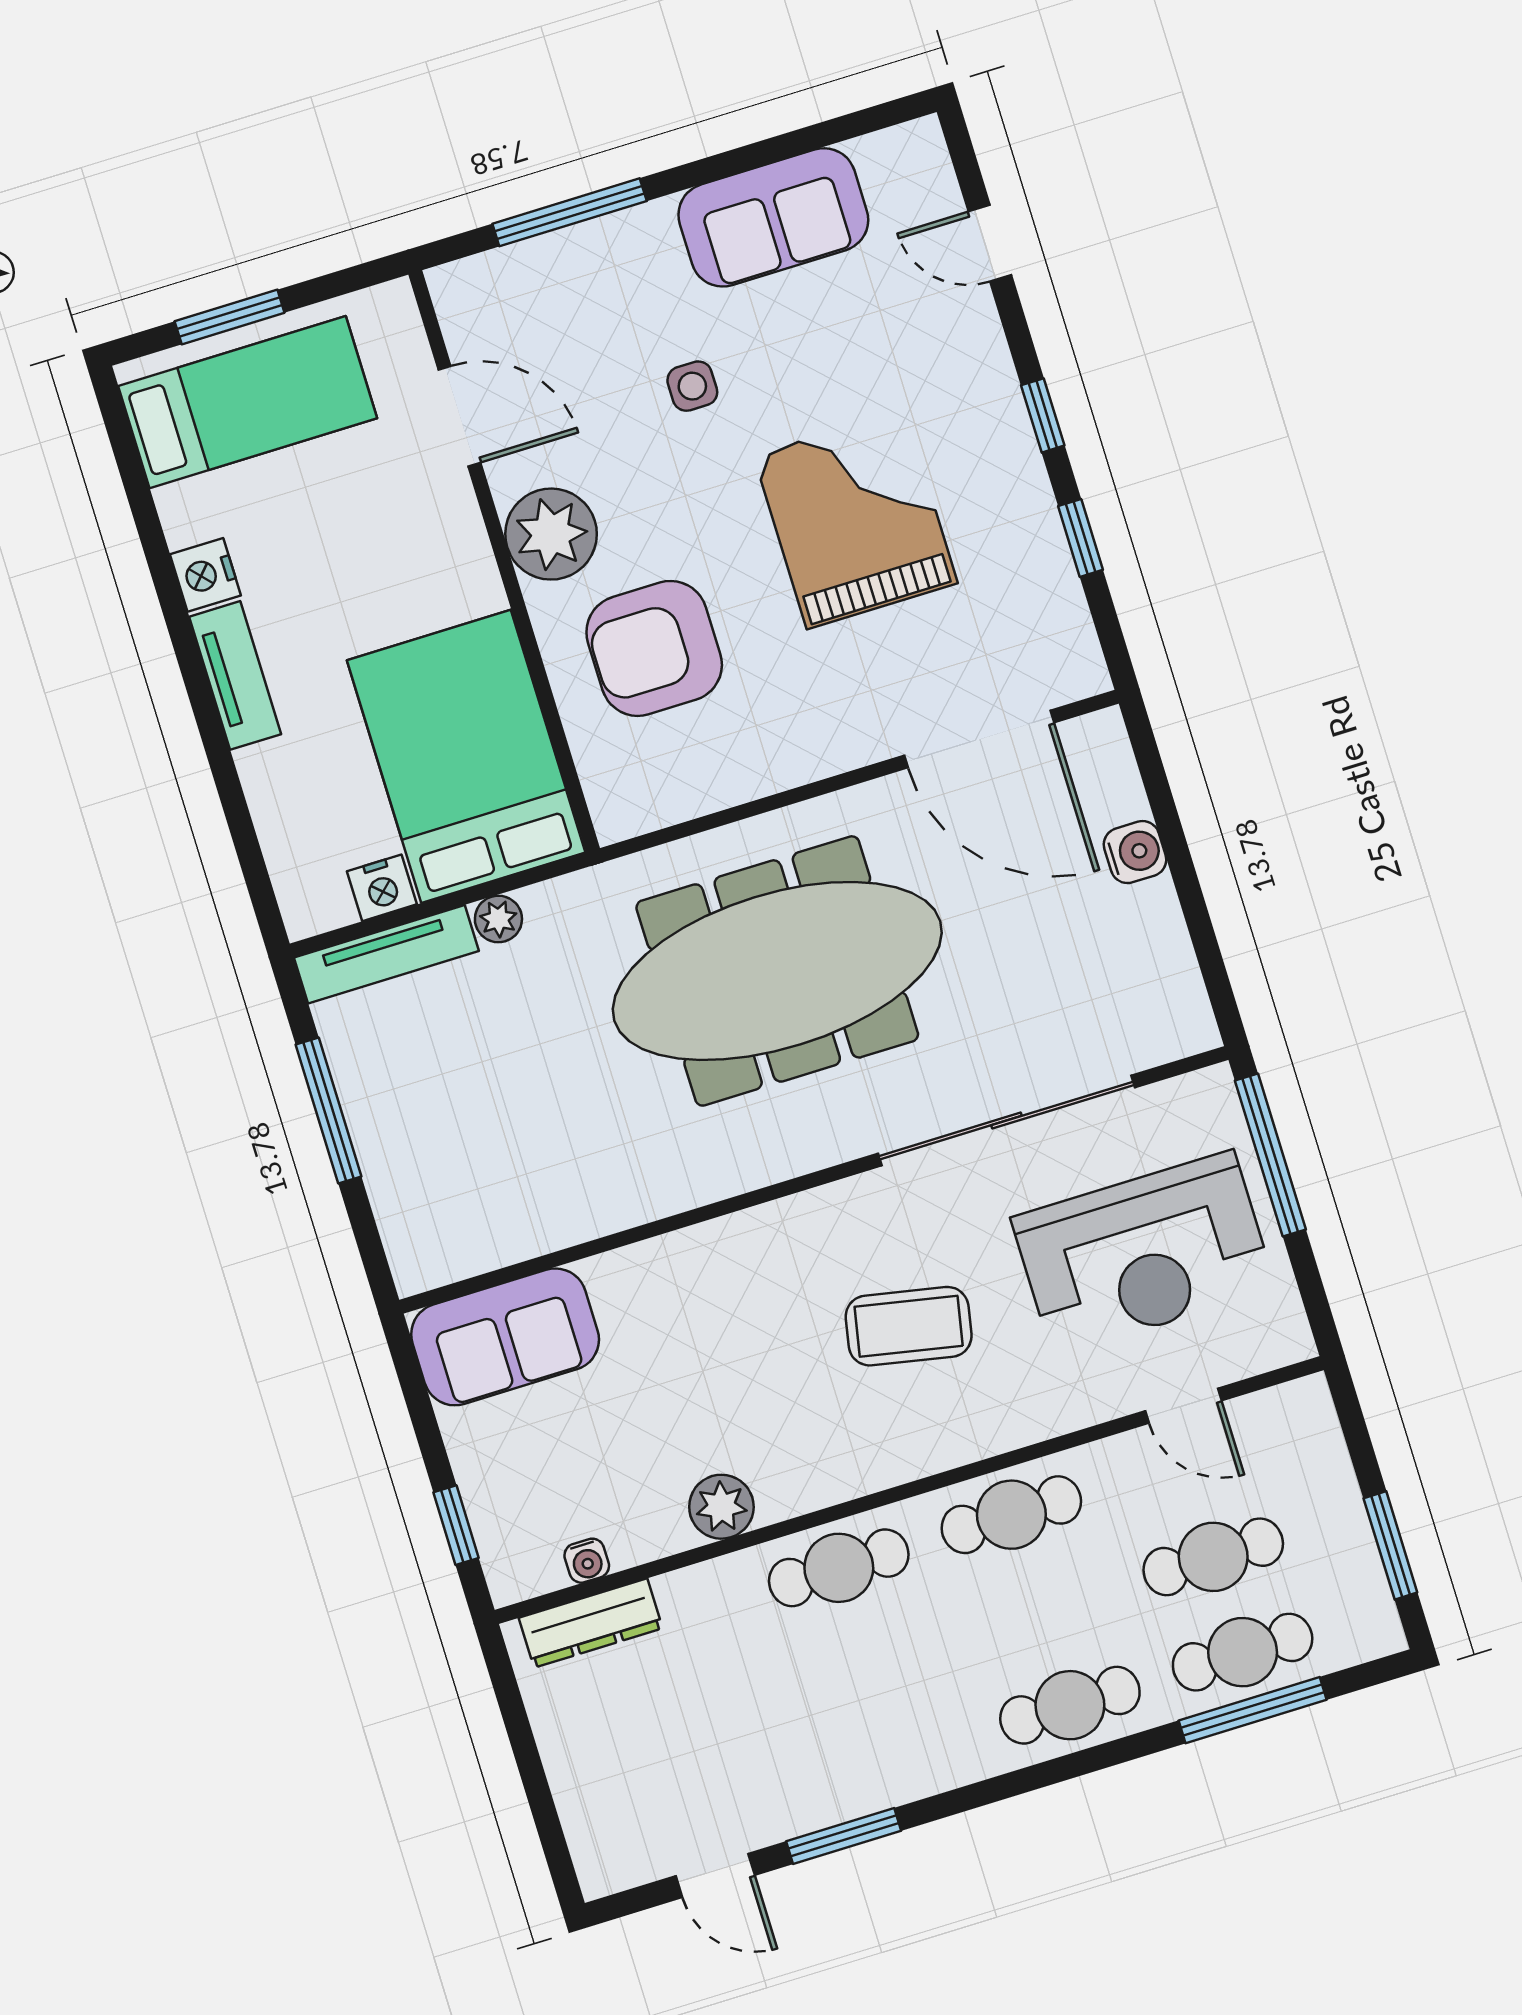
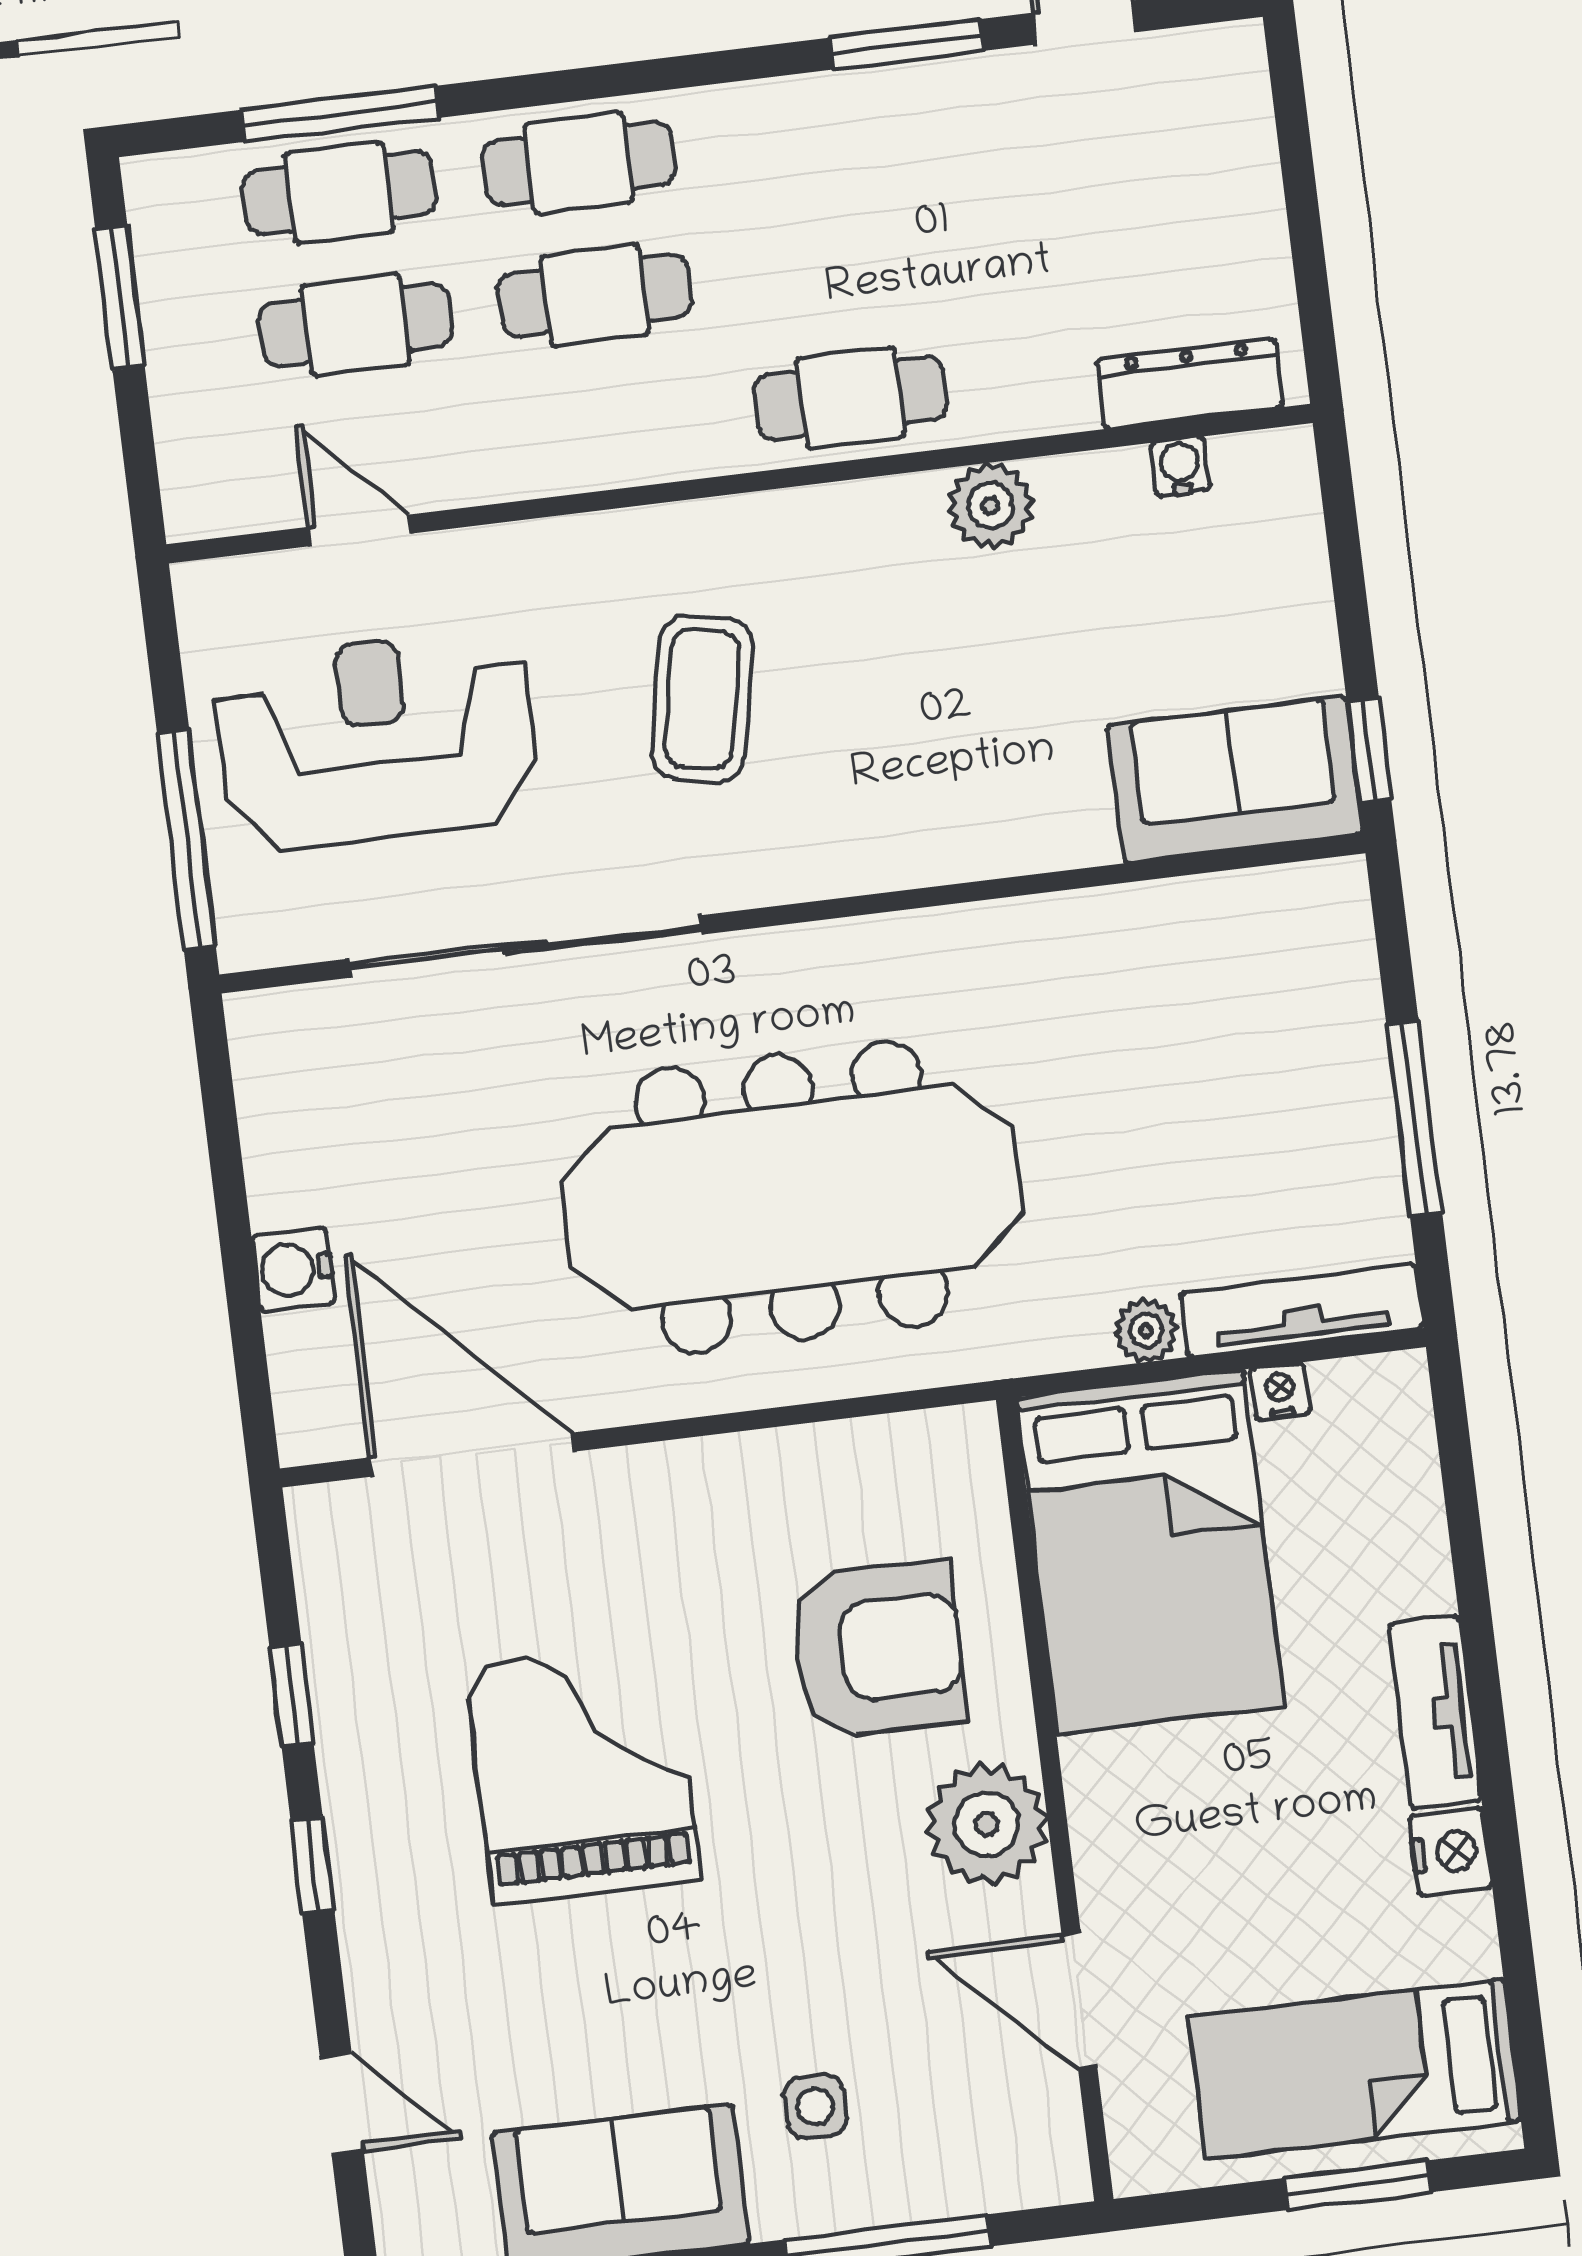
side table: (692, 386) -> (815, 2106), moved
grand piano: (856, 519) -> (583, 1772), turned 180
nightstand: (382, 888) -> (1280, 1391), width x0.72, depth x0.74
coffee table: (909, 1326) -> (702, 699), turned 90
cafe table: (1011, 1515) -> (595, 295), moved
window: (456, 1525) -> (1369, 751), moved

